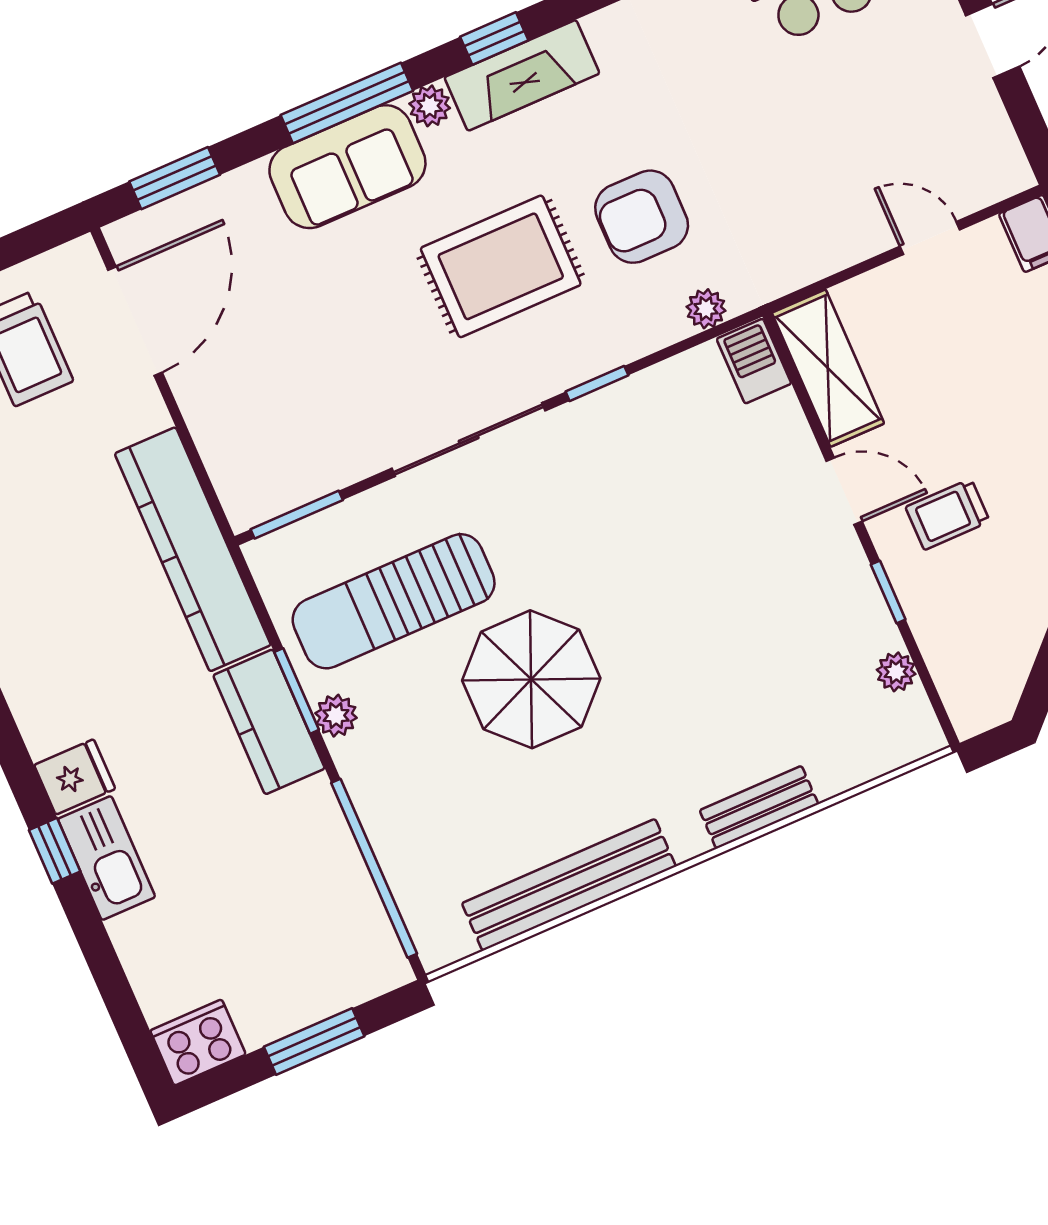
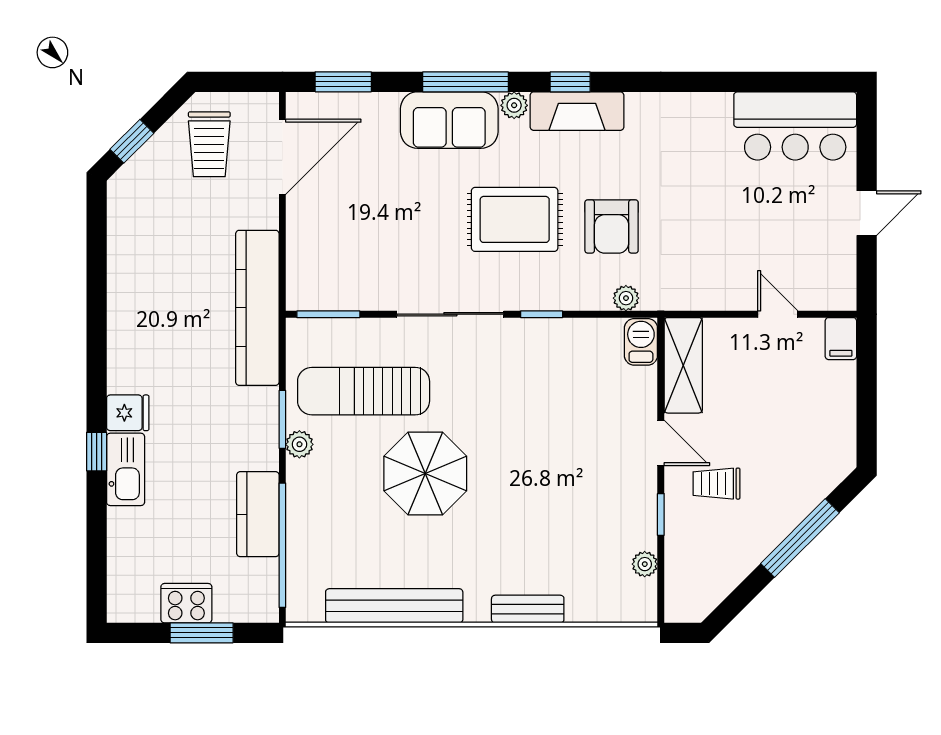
armchair: (642, 217) -> (612, 226), turned -90
kitchen counter: (269, 722) -> (258, 514), moved
cooker: (198, 1043) -> (186, 603), moved

